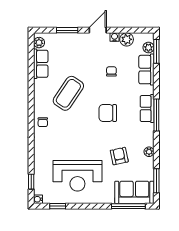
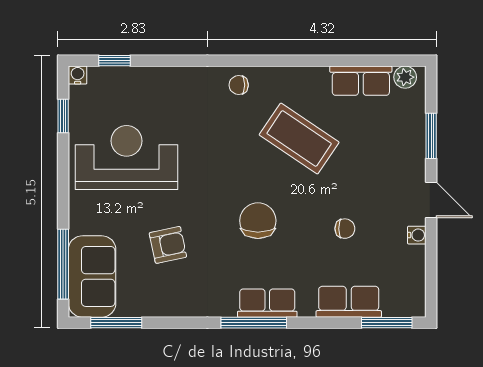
plant: (127, 39) -> (412, 260), removed
plant: (148, 48) -> (395, 306), removed
plant: (149, 152) -> (177, 307), removed
reception desk: (77, 176) -> (127, 158), turned 90

